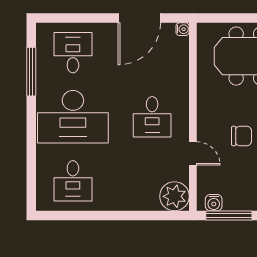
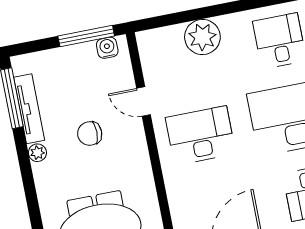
desk: (152, 117) -> (200, 135), width x1.37
plant: (174, 196) -> (202, 37), moved

